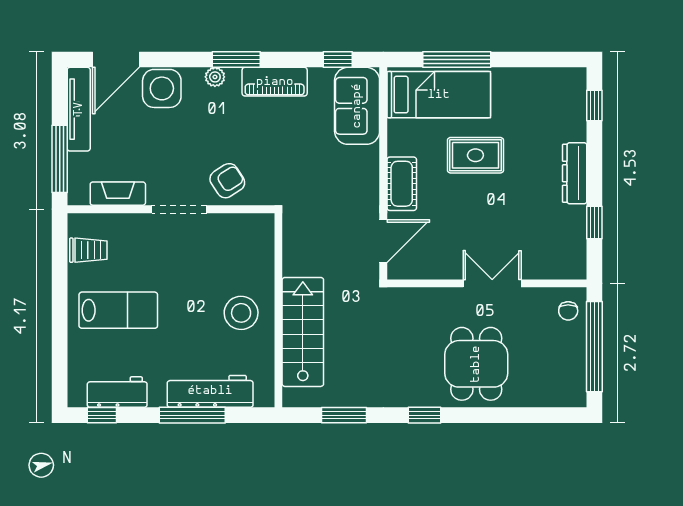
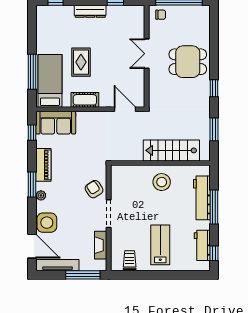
cot: (402, 184) -> (85, 100), moved

